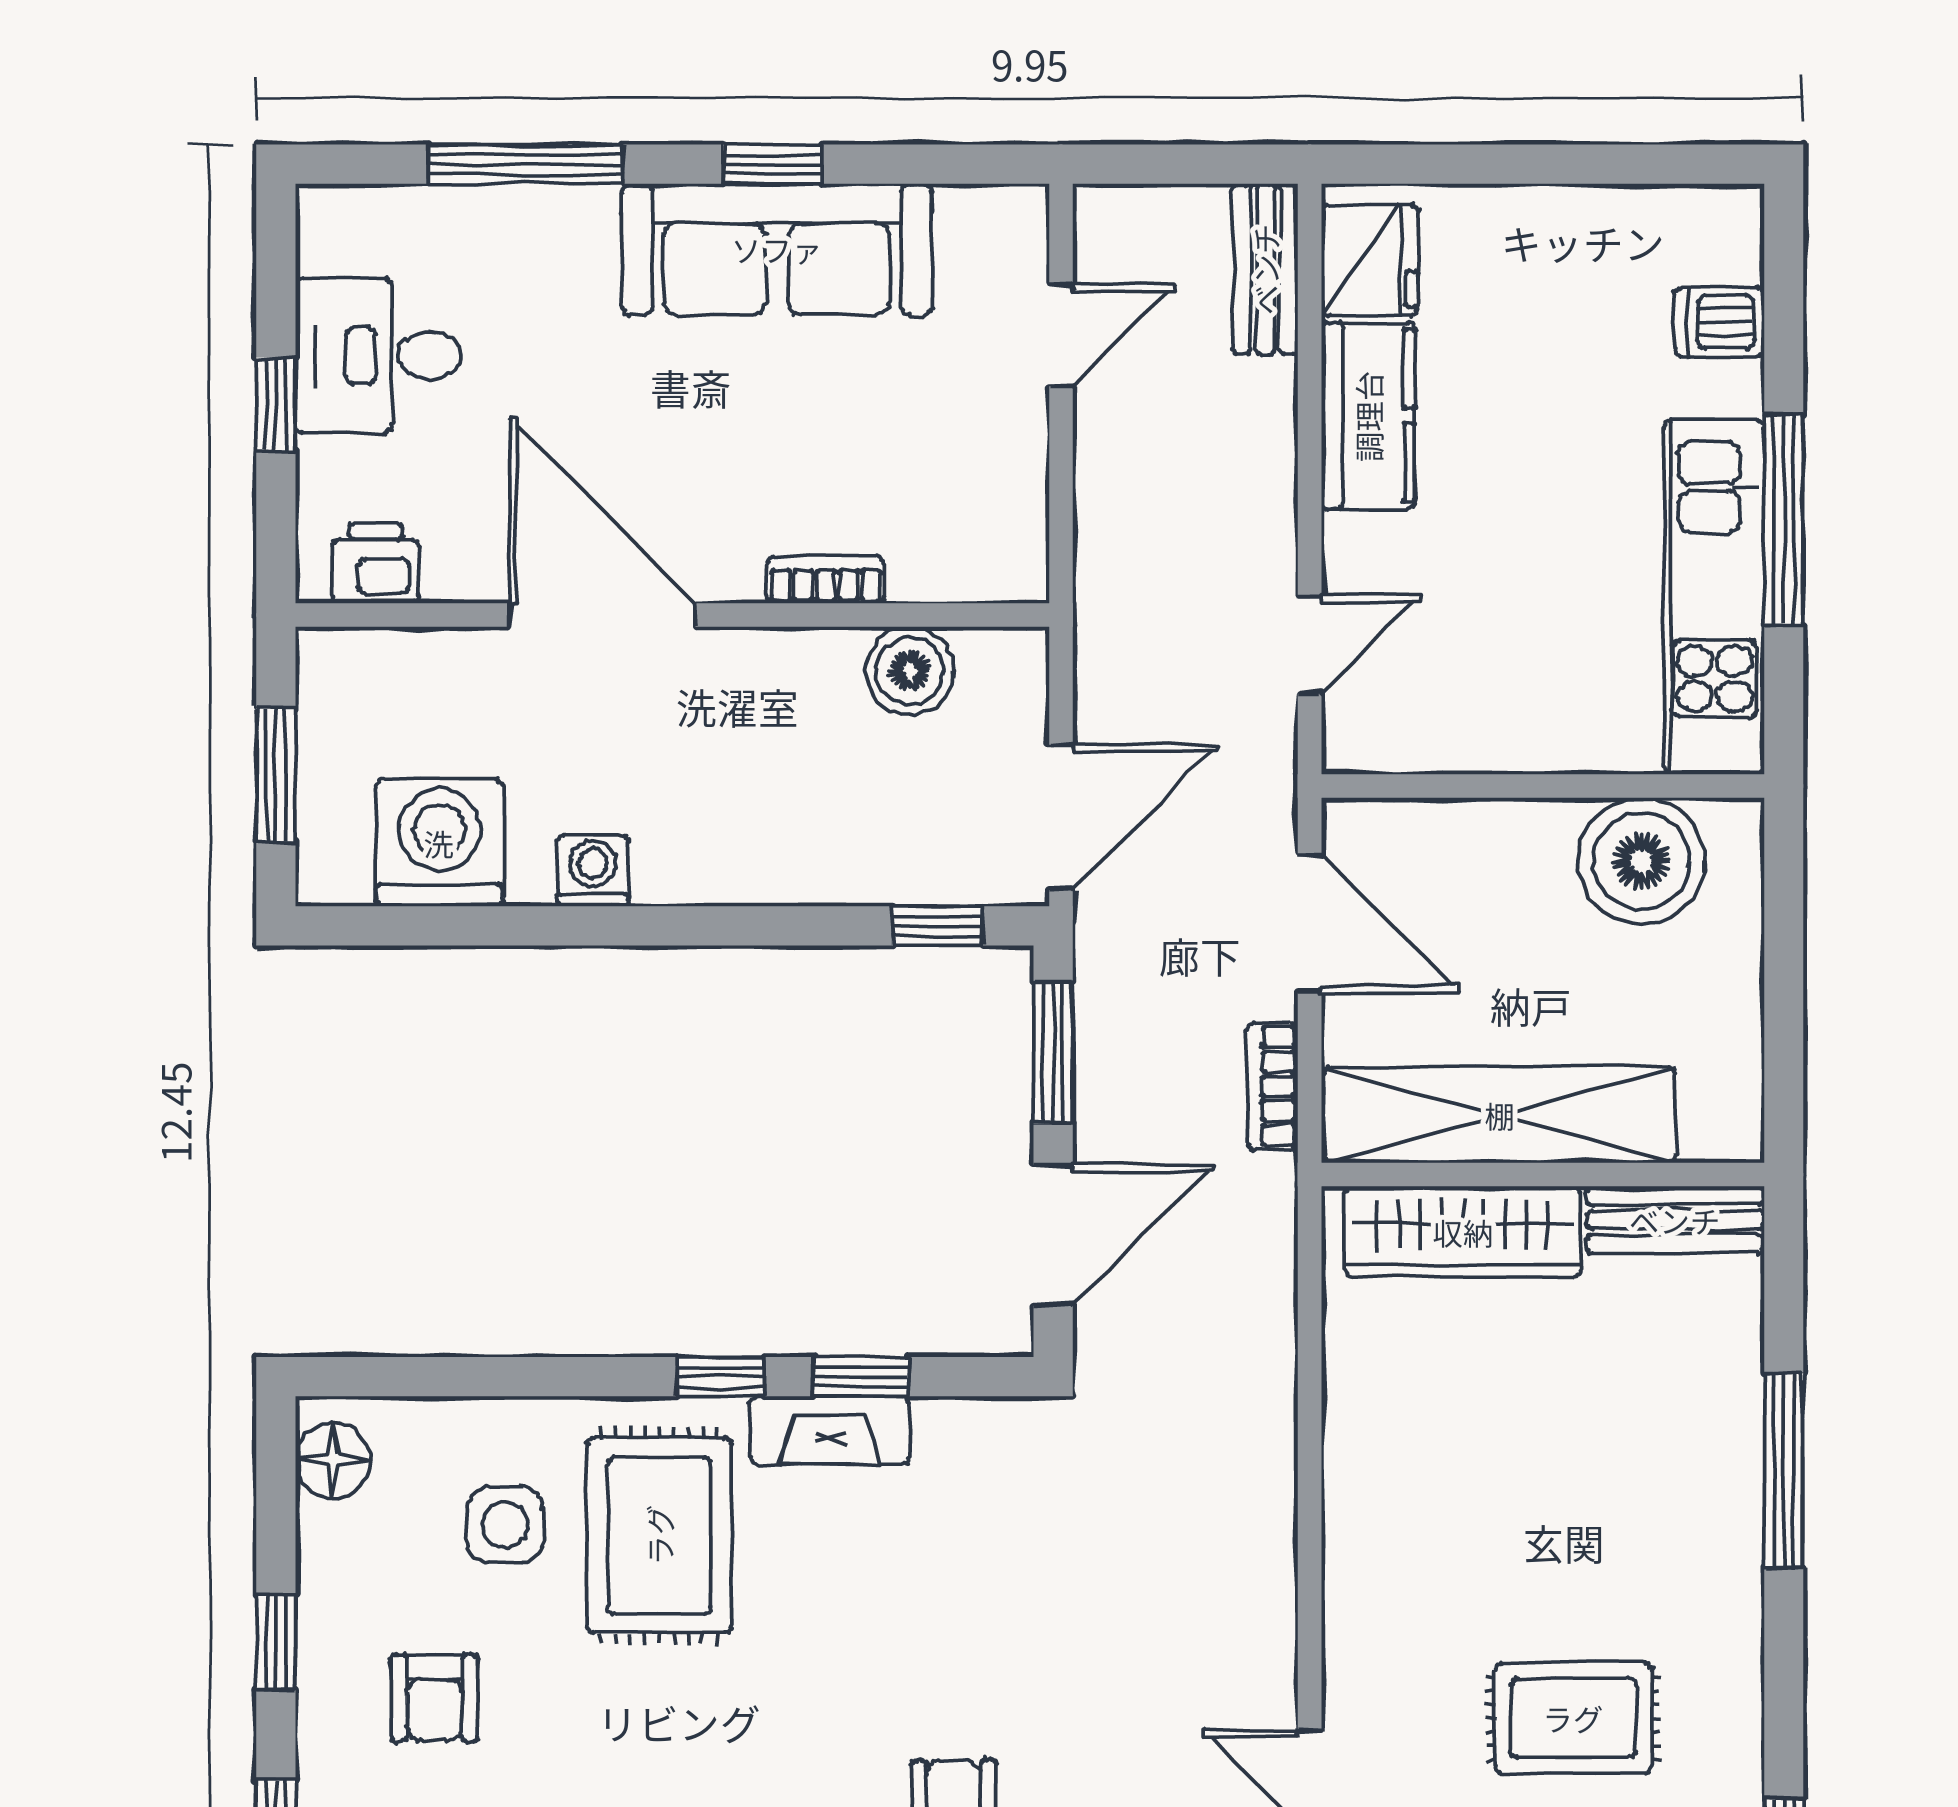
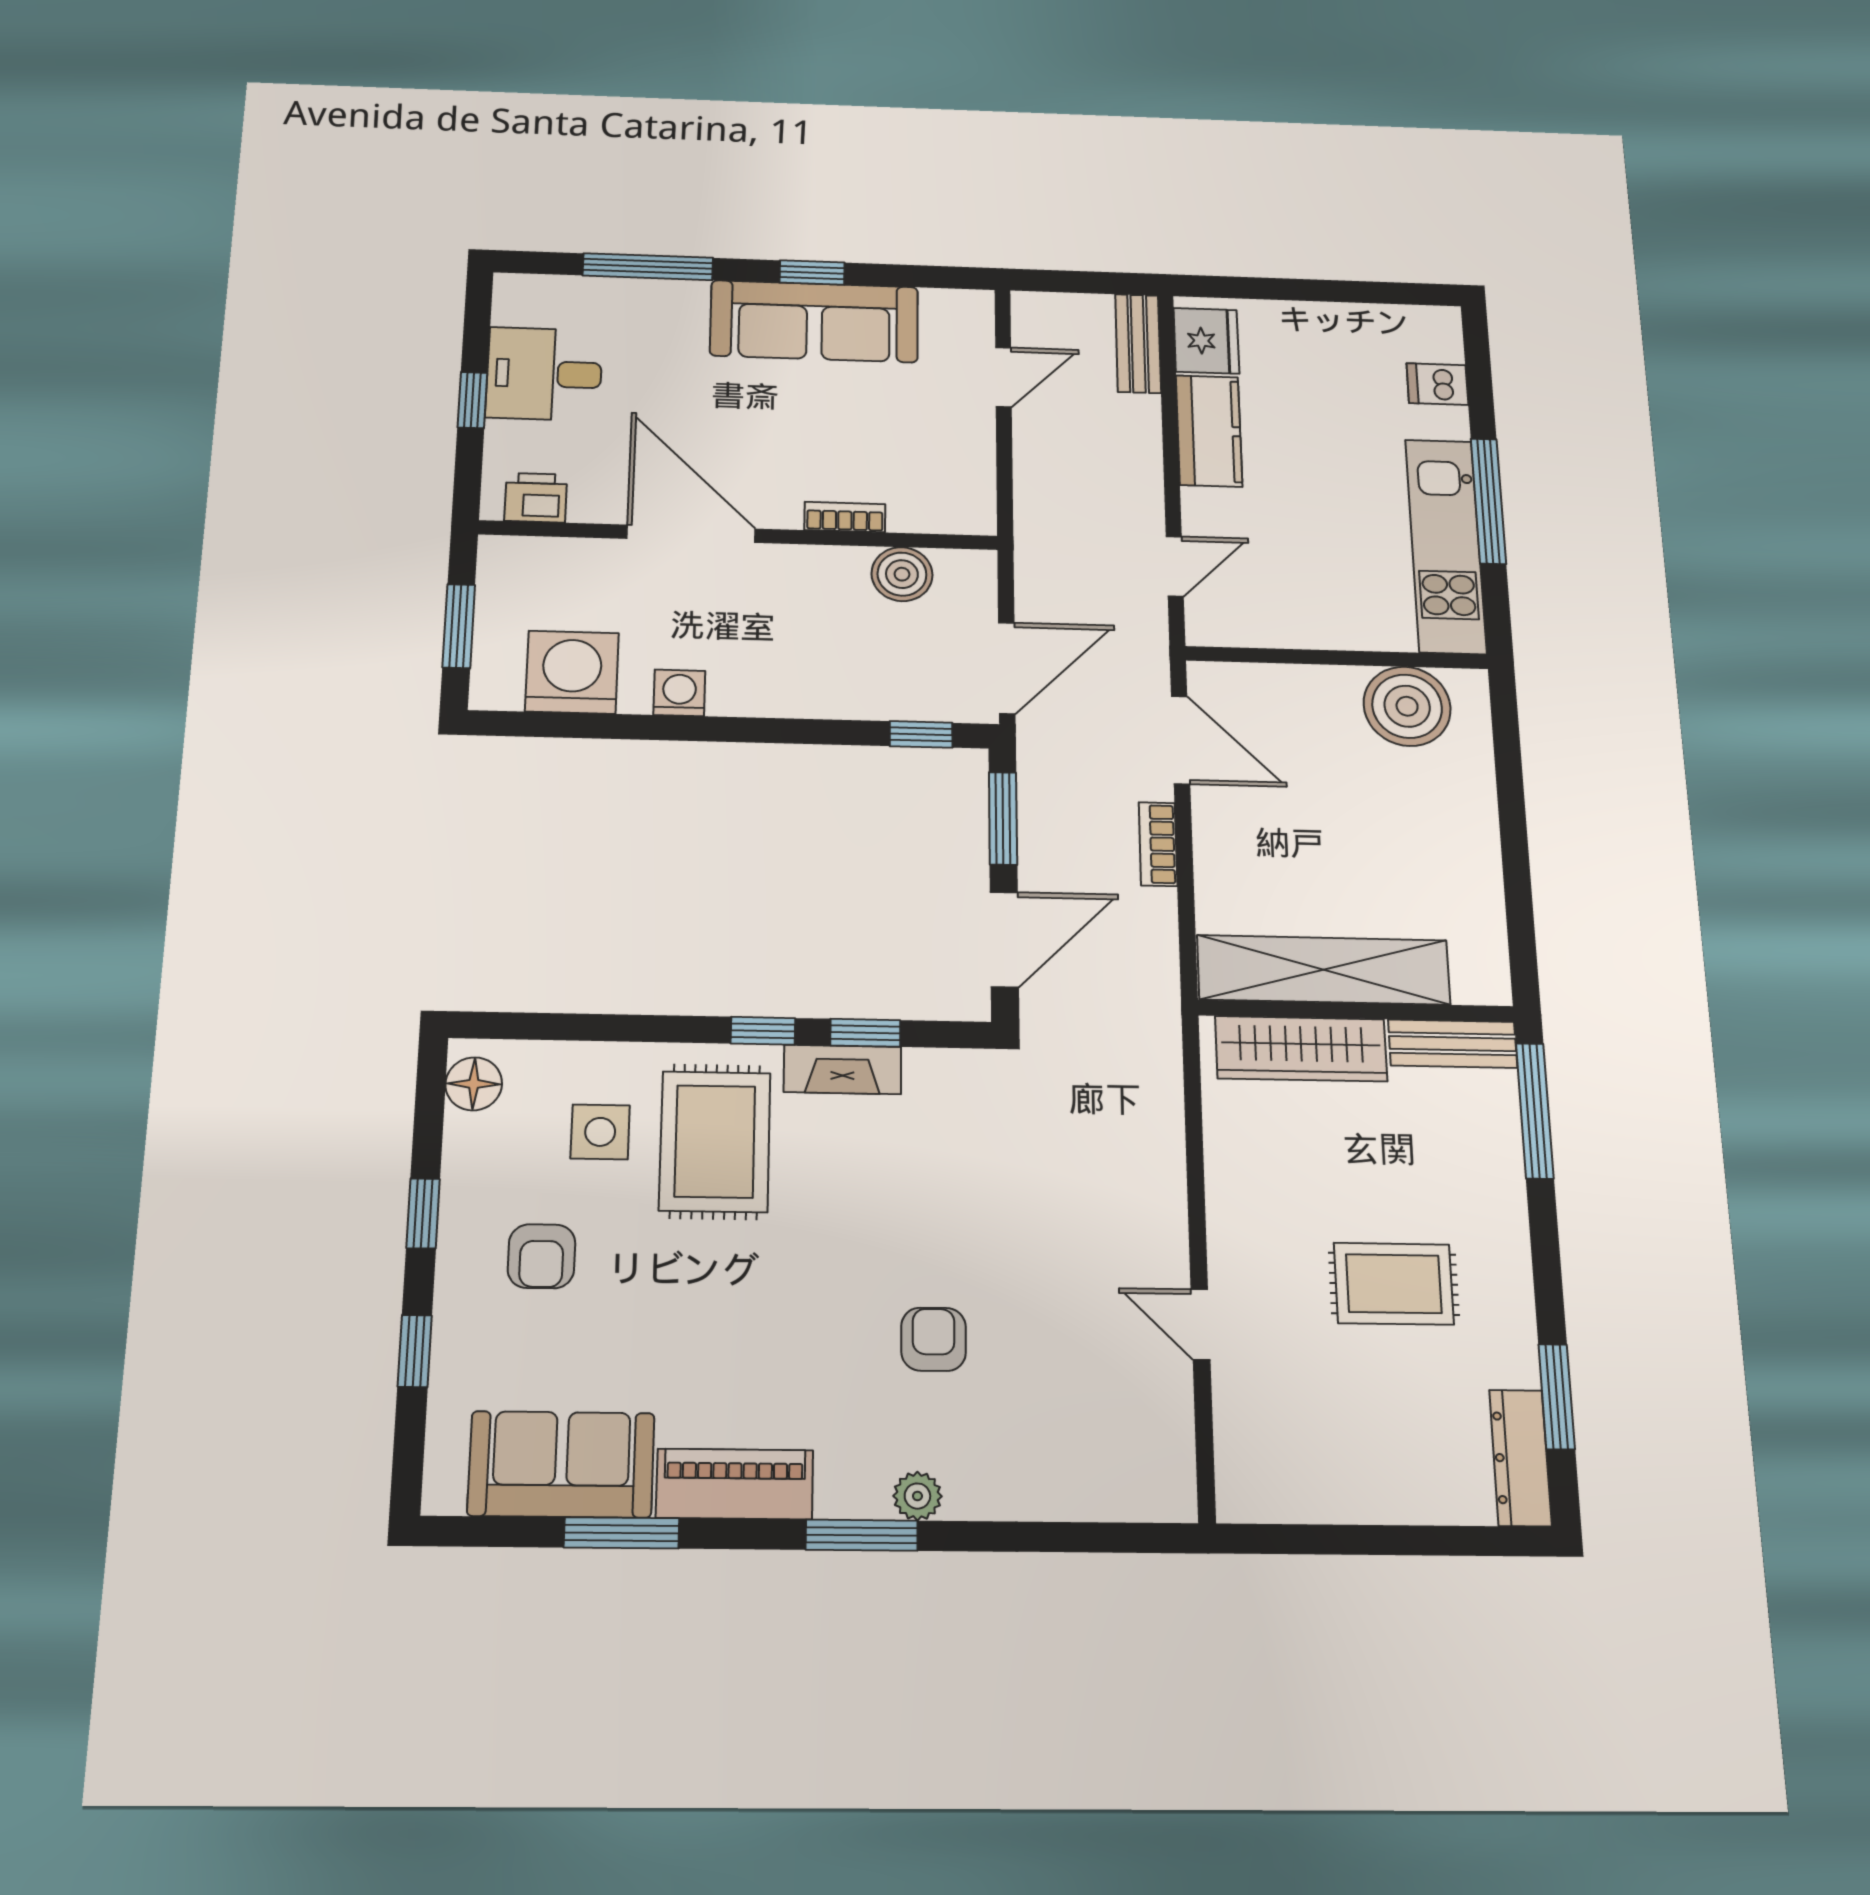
shelving: (1500, 1115) -> (1324, 970), moved
wall: (1543, 1175) -> (1356, 1011), moved
bench: (1675, 1220) -> (1453, 1044), moved
wardrobe: (1463, 1232) -> (1301, 1049), moved

